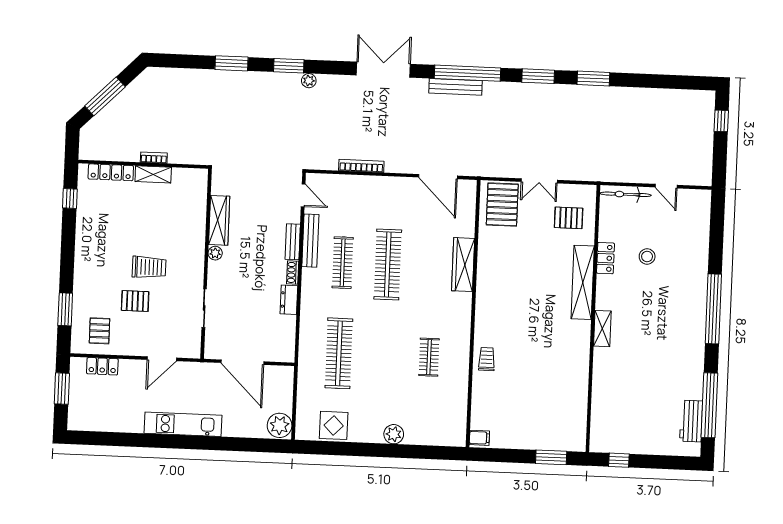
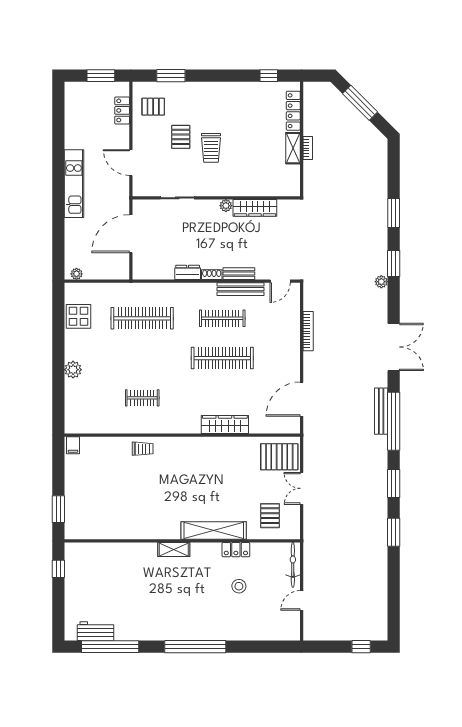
plant: (280, 425) -> (77, 274), width x0.53, depth x0.53

